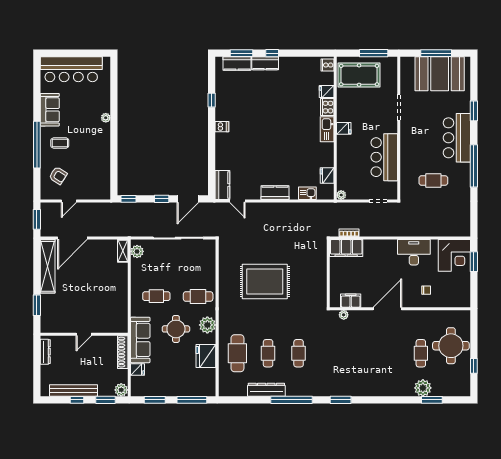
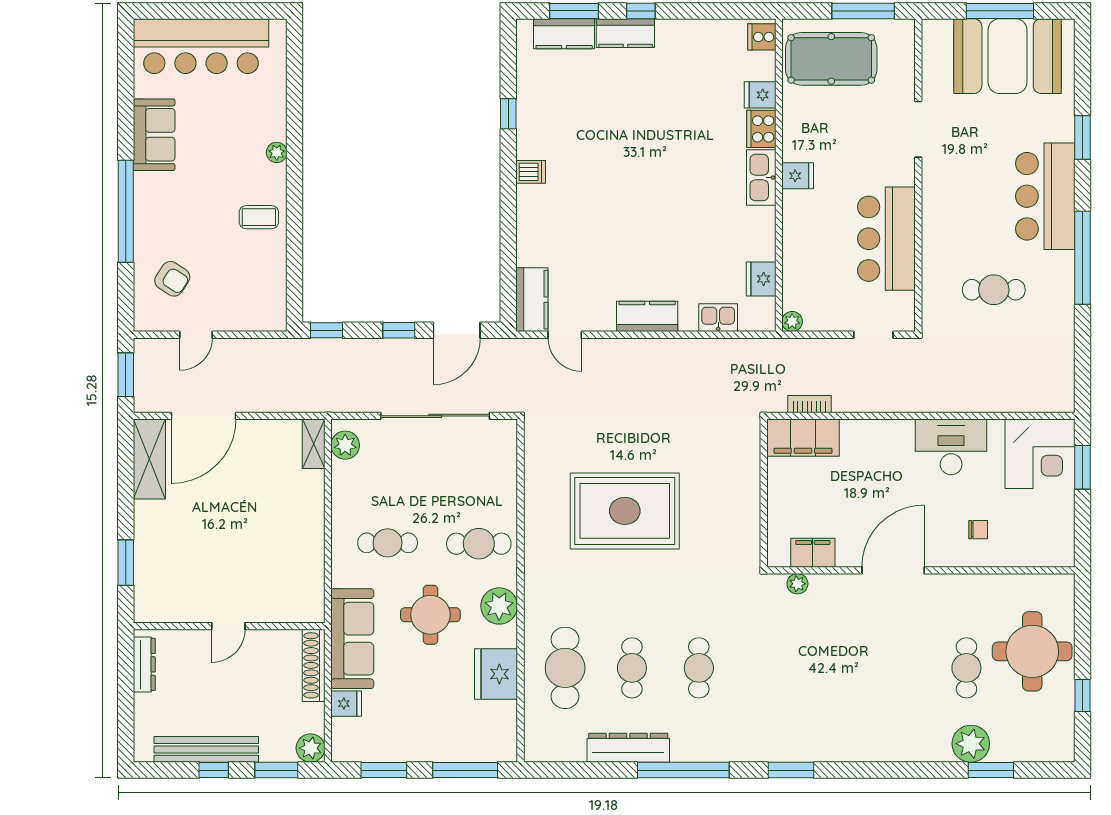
coffee table: (60, 143) -> (259, 217), moved
shelving: (48, 266) -> (149, 459), width x0.68

